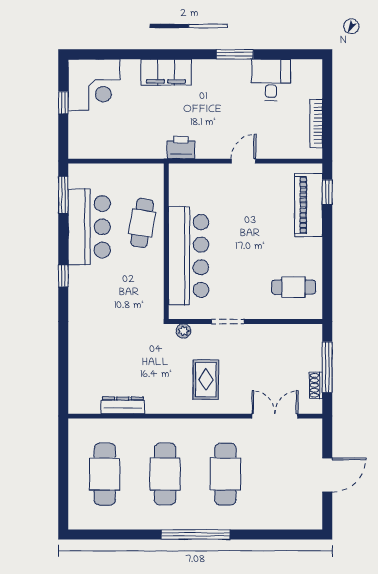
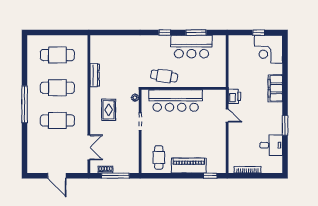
door: (243, 161) -> (227, 115), moved
window: (63, 195) -> (196, 33), moved
piano: (309, 205) -> (189, 166), moved
cafe table: (142, 223) -> (164, 76), moved
rug: (206, 380) -> (109, 110), turned 90
dresser: (123, 405) -> (95, 75), moved

